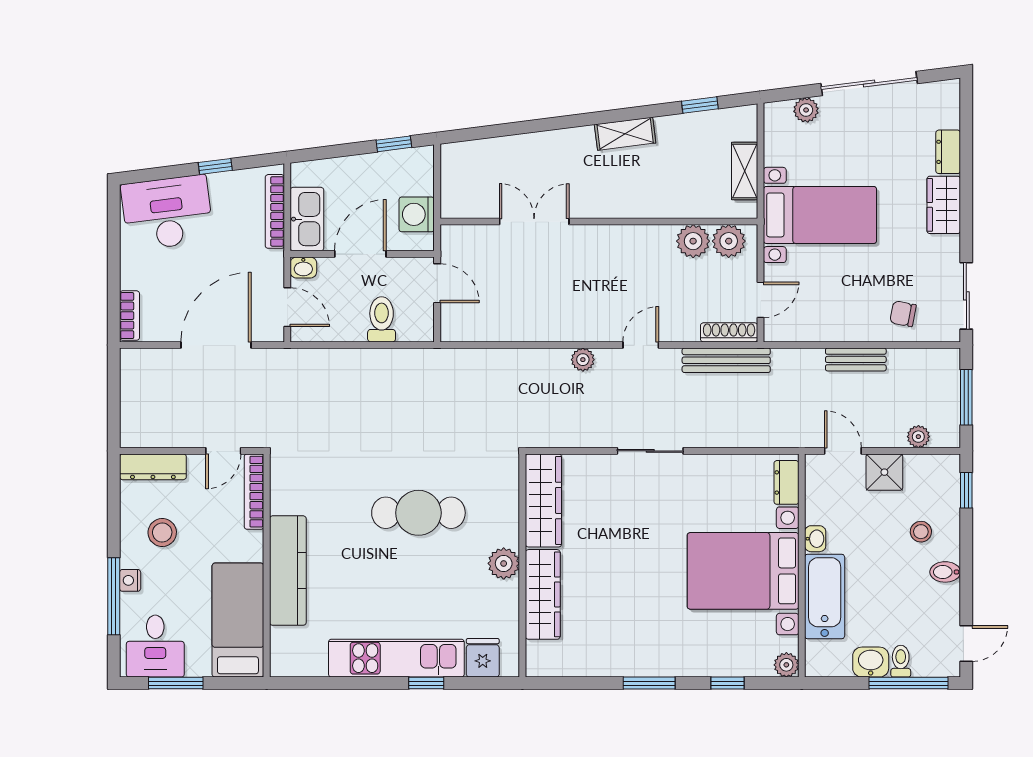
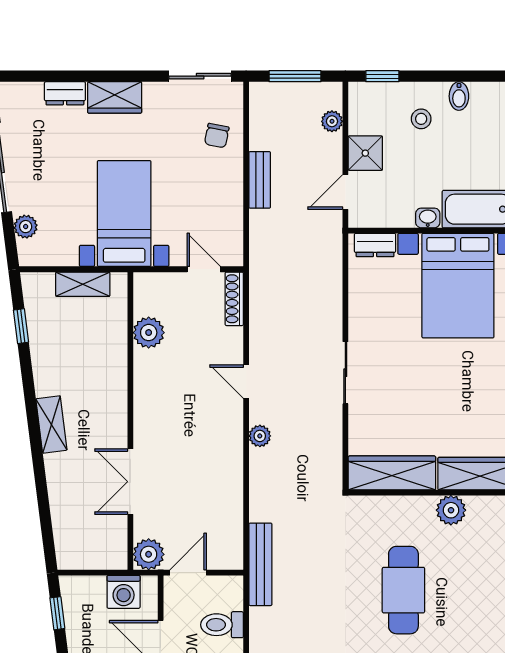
shelving: (625, 134) -> (51, 424), moved
plant: (729, 241) -> (149, 554), moved
bench: (726, 360) -> (260, 564), moved

